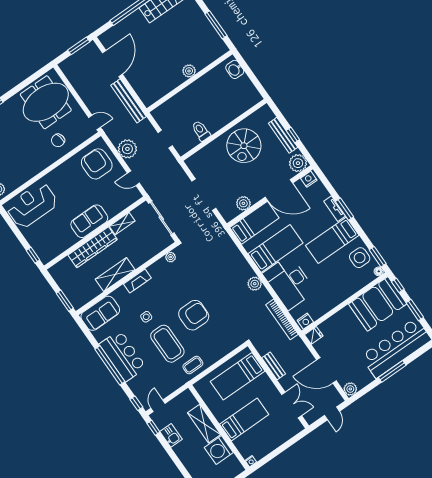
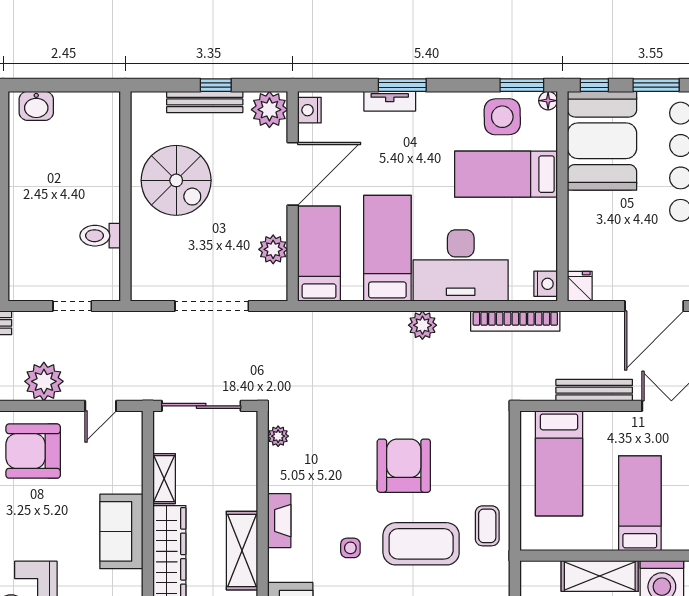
bed: (332, 240) -> (506, 174), moved, turned 90
bench: (274, 366) -> (594, 390), width x1.36

